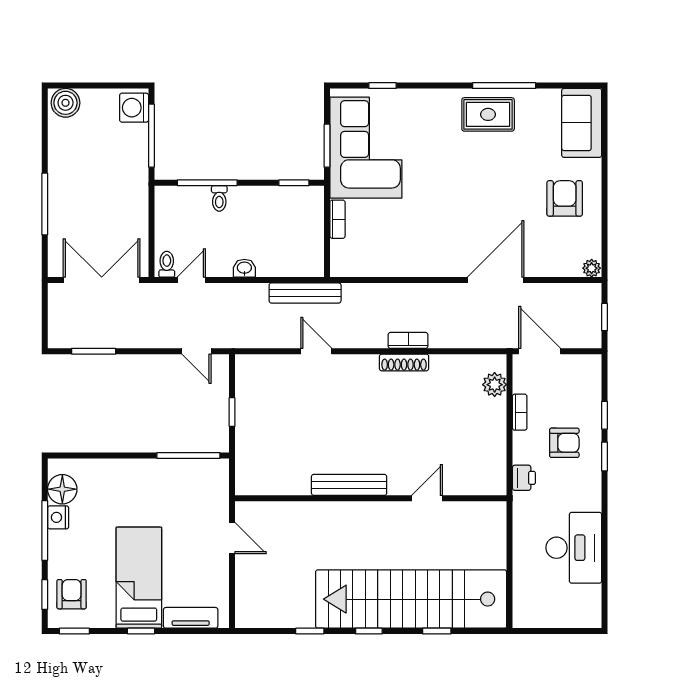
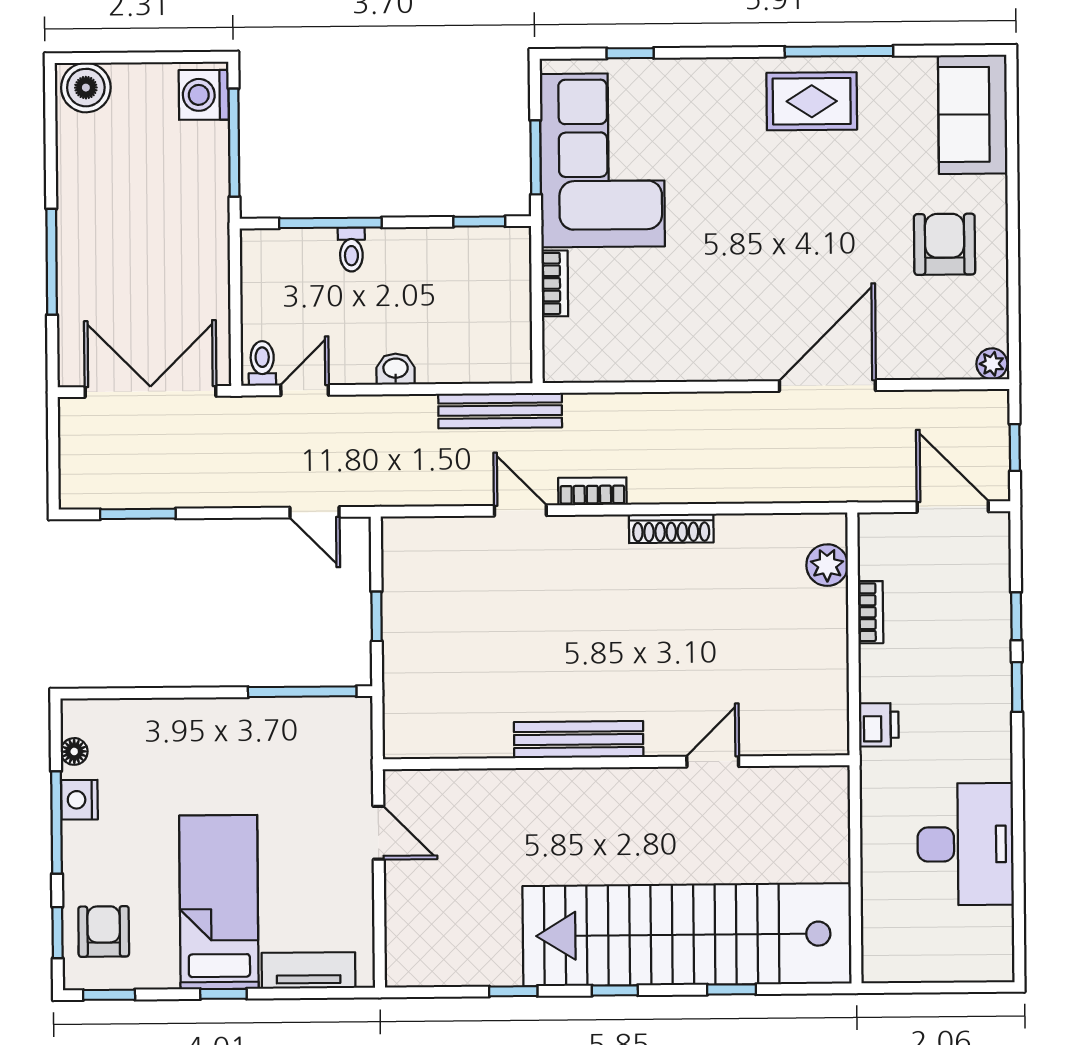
bookcase: (408, 340) -> (592, 491), moved
door: (540, 351) -> (953, 507), moved
armchair: (564, 443) -> (948, 664), removed
floor lamp: (62, 489) -> (74, 751), width x0.53, depth x0.53

